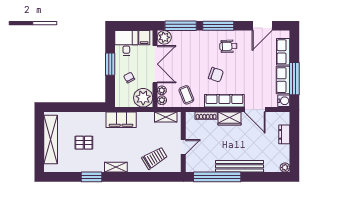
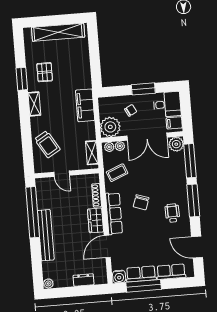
pallet: (84, 143) -> (45, 72), moved

